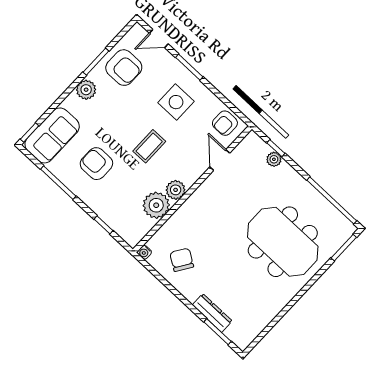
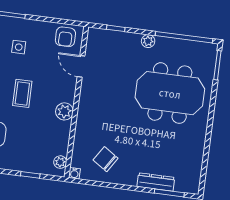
side table: (176, 102) -> (19, 47), width x0.54, depth x0.54
plant: (274, 159) -> (148, 41), moved
plant: (156, 205) -> (60, 162), moved, width x0.53, depth x0.53

